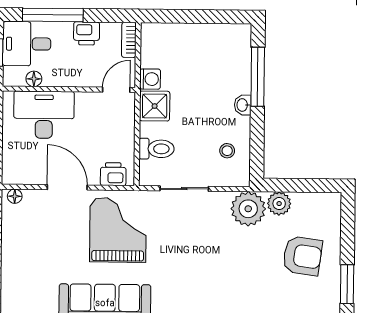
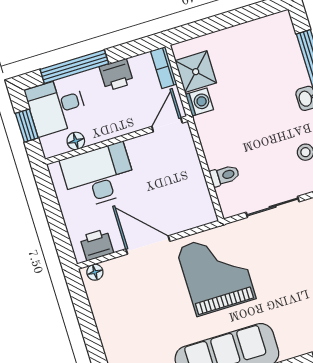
shower: (155, 106) -> (196, 72), moved
toilet: (157, 149) -> (225, 176), width x0.73, depth x0.72
printer: (113, 174) -> (97, 245), moved

